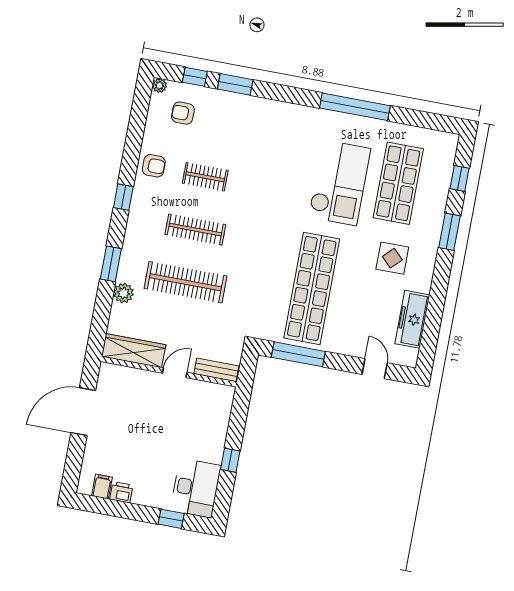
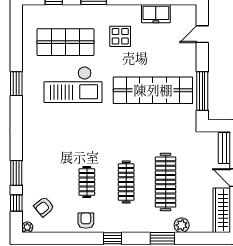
window: (355, 107) -> (16, 84), width x0.47
armchair: (183, 113) -> (44, 207), turned 51
checkout: (339, 183) -> (73, 85), turned 180
freezer: (412, 319) -> (156, 14), width x0.71

